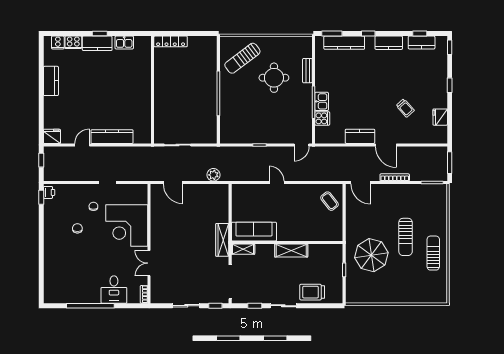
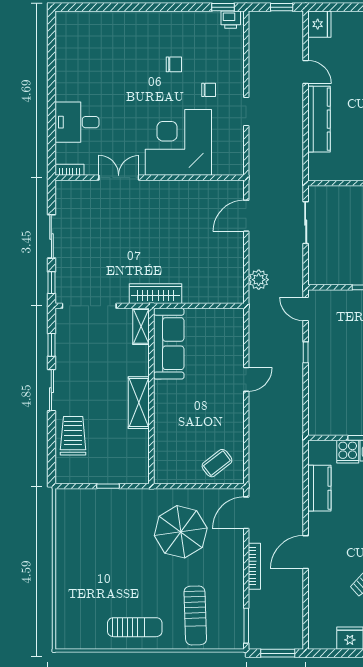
kitchen counter: (360, 136) -> (319, 488), moved
door: (301, 145) -> (306, 309), moved
sun lounger: (406, 237) -> (195, 615), moved, turned -92
parasol: (371, 255) -> (181, 532), moved
window: (90, 306) -> (51, 85), removed

